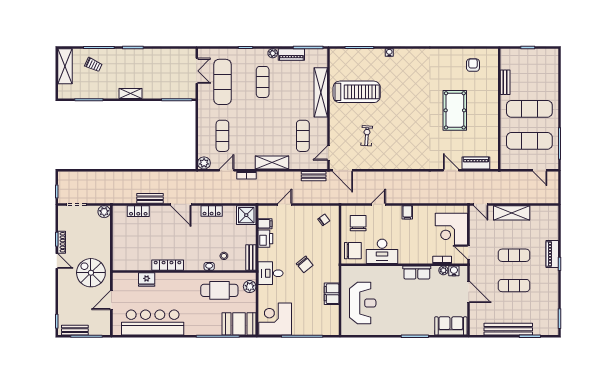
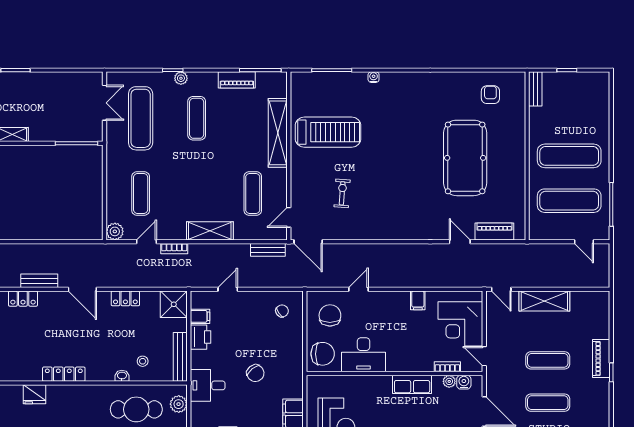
plant: (273, 53) -> (181, 78), moved
bench: (505, 82) -> (535, 89), moved
pool table: (455, 110) -> (465, 158), width x1.36, depth x1.32
filing cabinet: (407, 212) -> (418, 300), moved
bench: (251, 257) -> (180, 357), width x1.36

